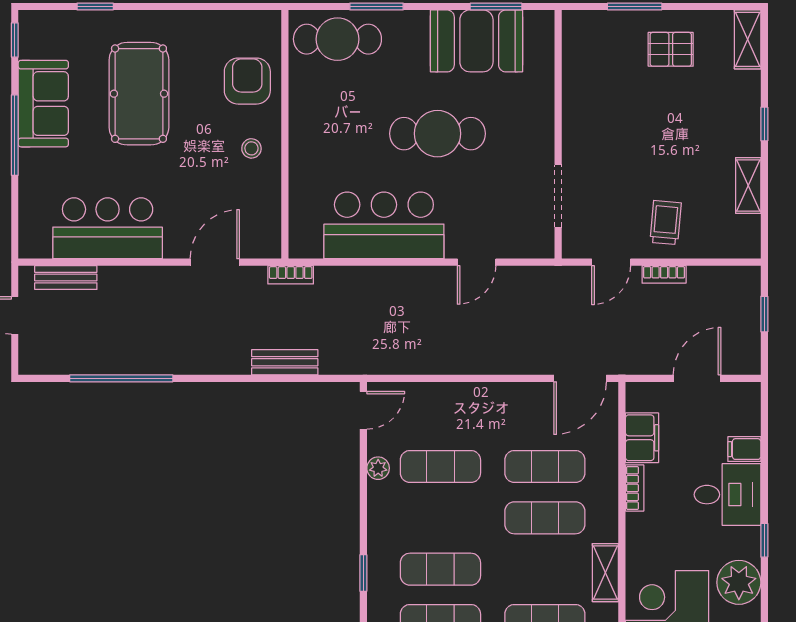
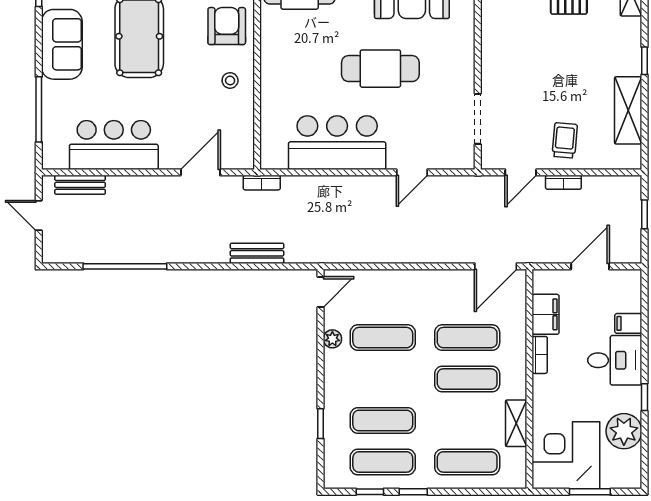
window: (15, 135) -> (39, 109), moved
shelving: (748, 185) -> (628, 110), width x1.50, depth x1.33

